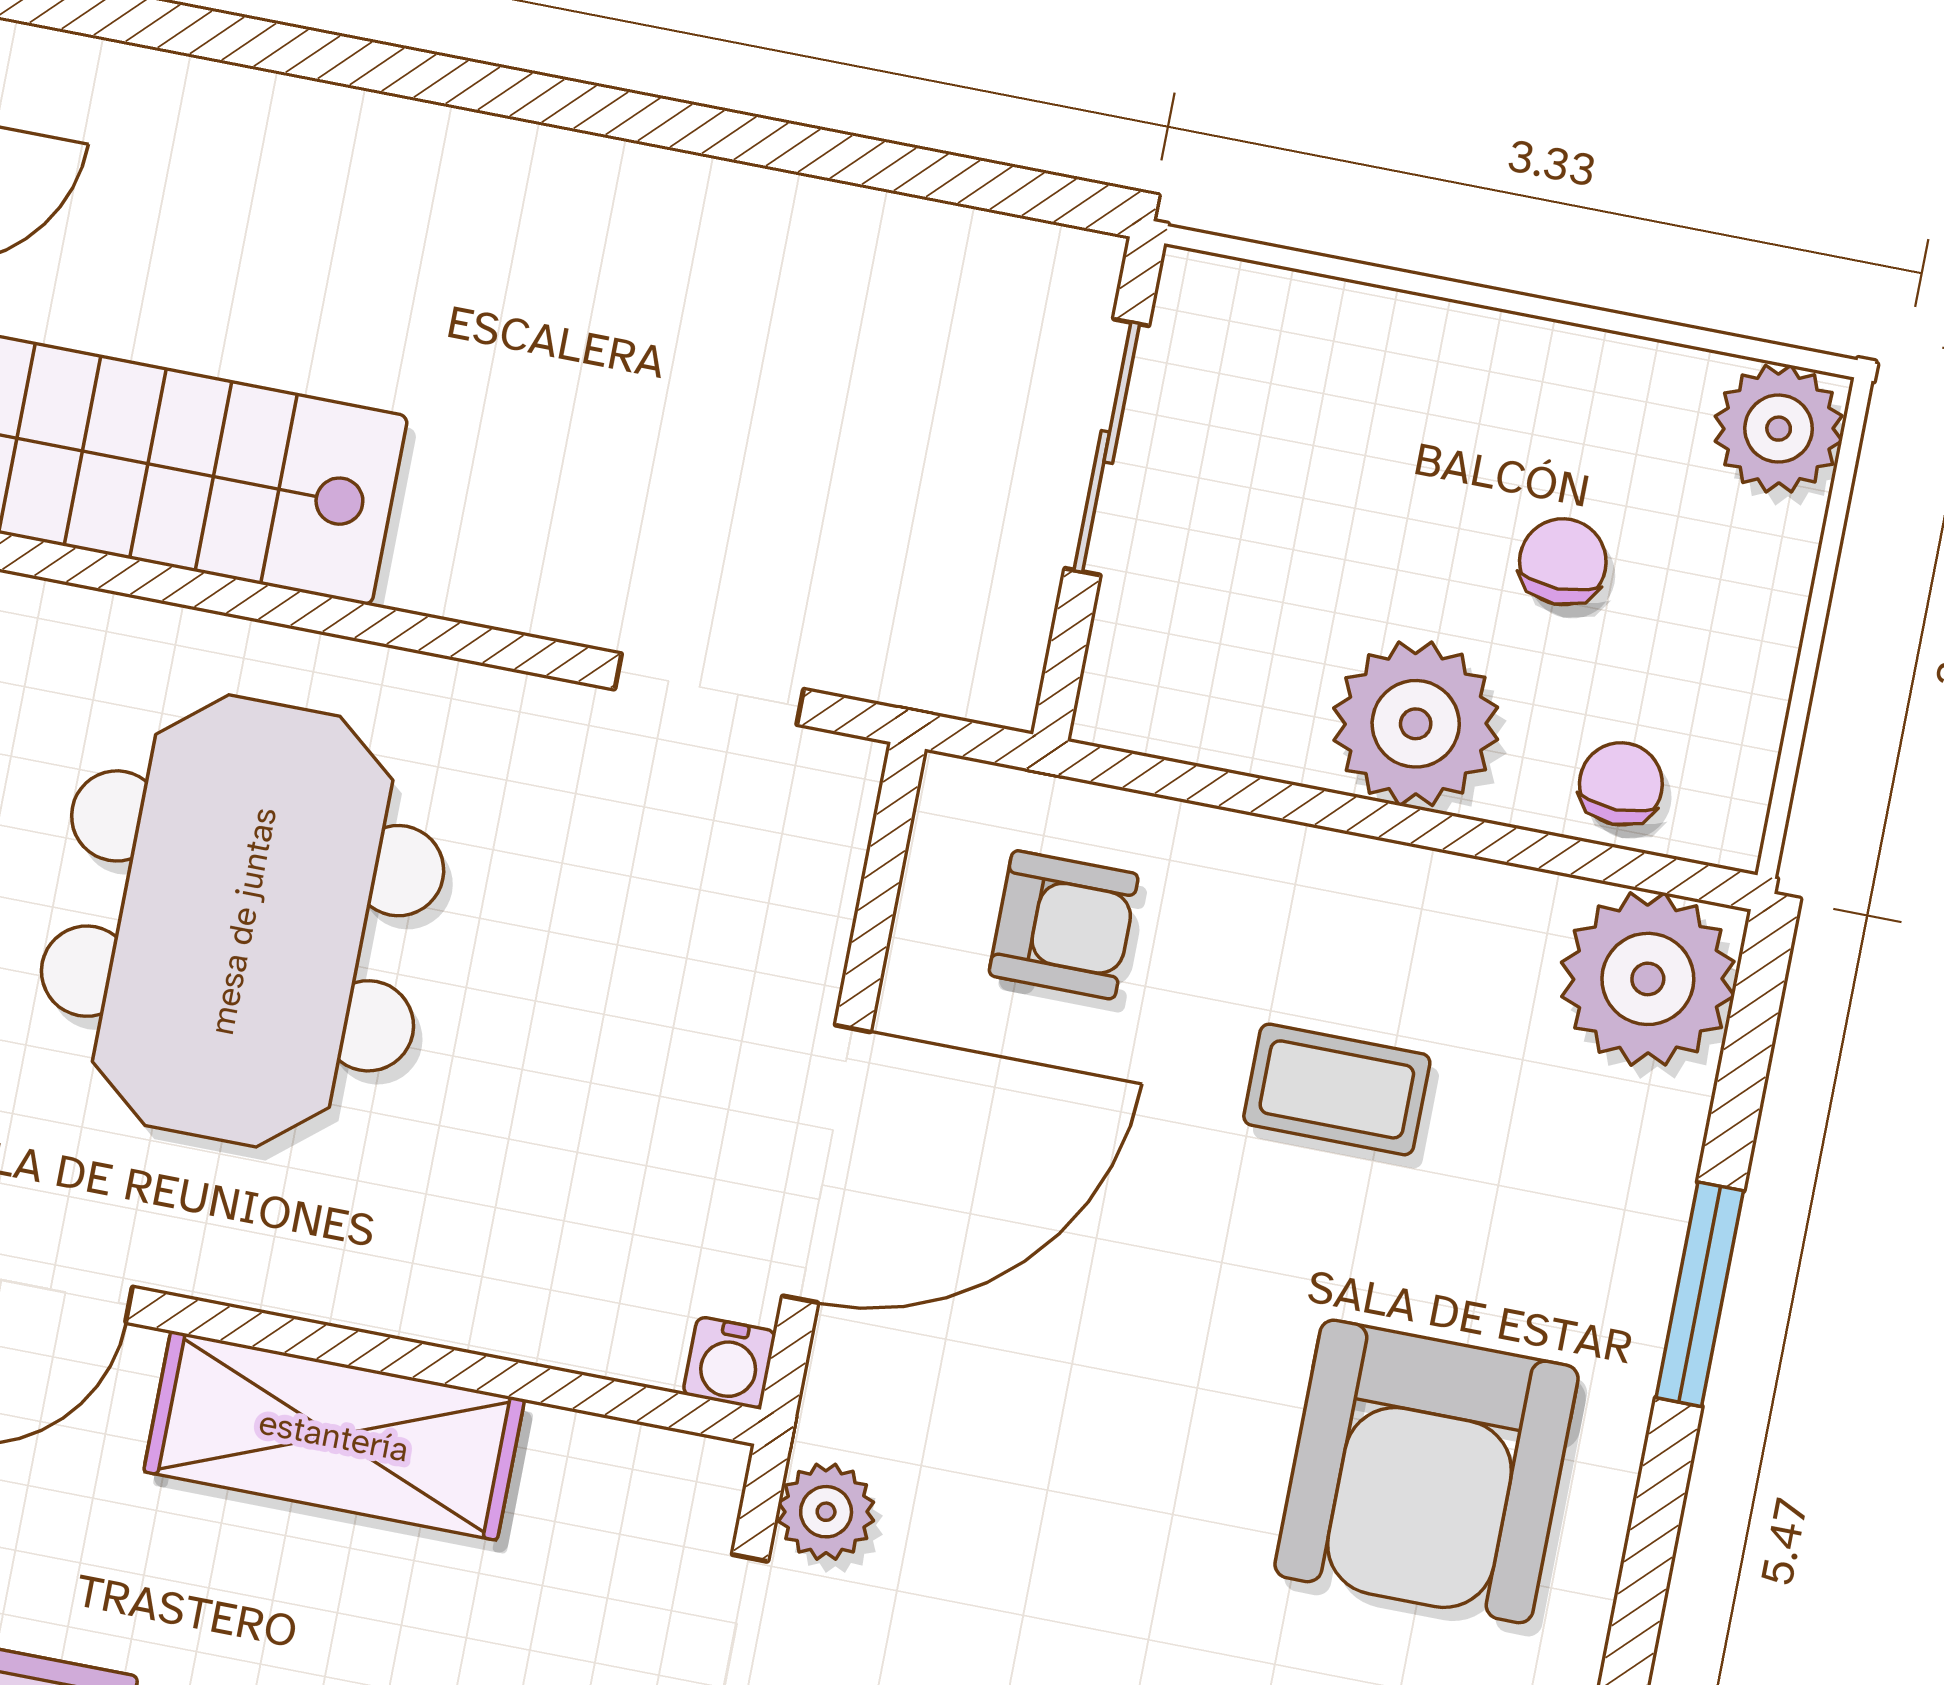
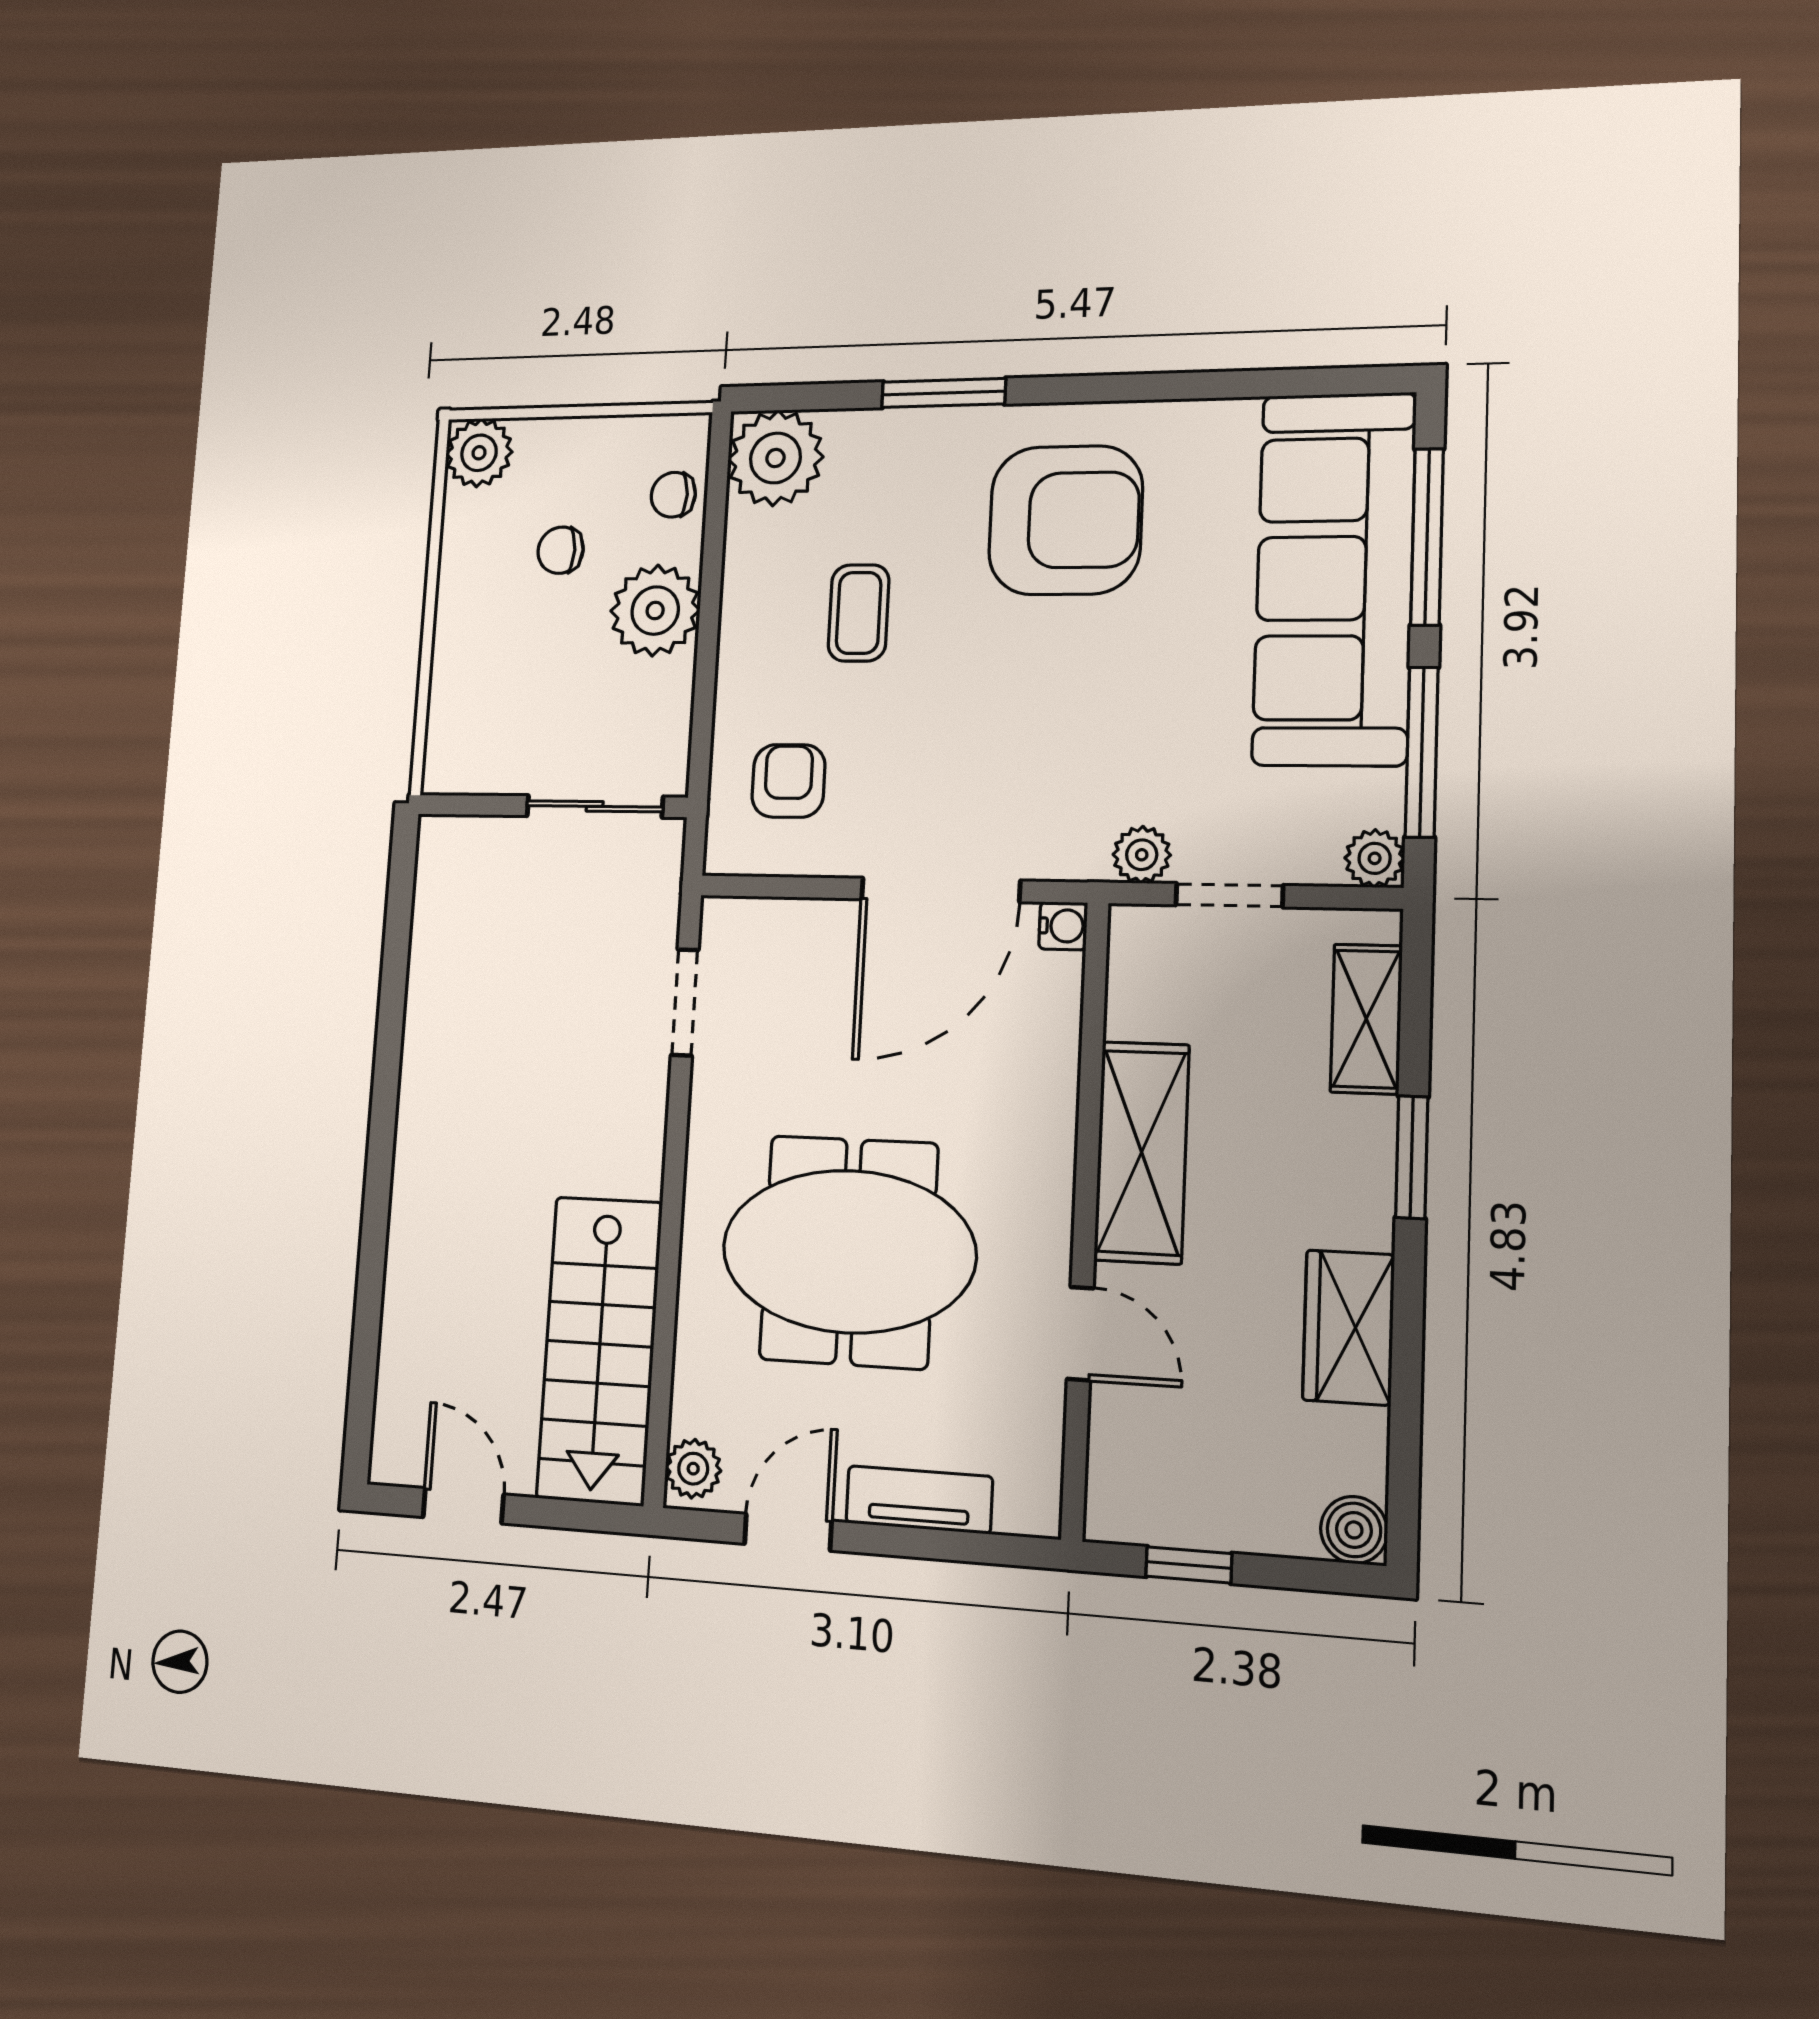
sliding door: (1107, 447) -> (595, 806), moved
door: (827, 1164) -> (940, 890), swing flipped

